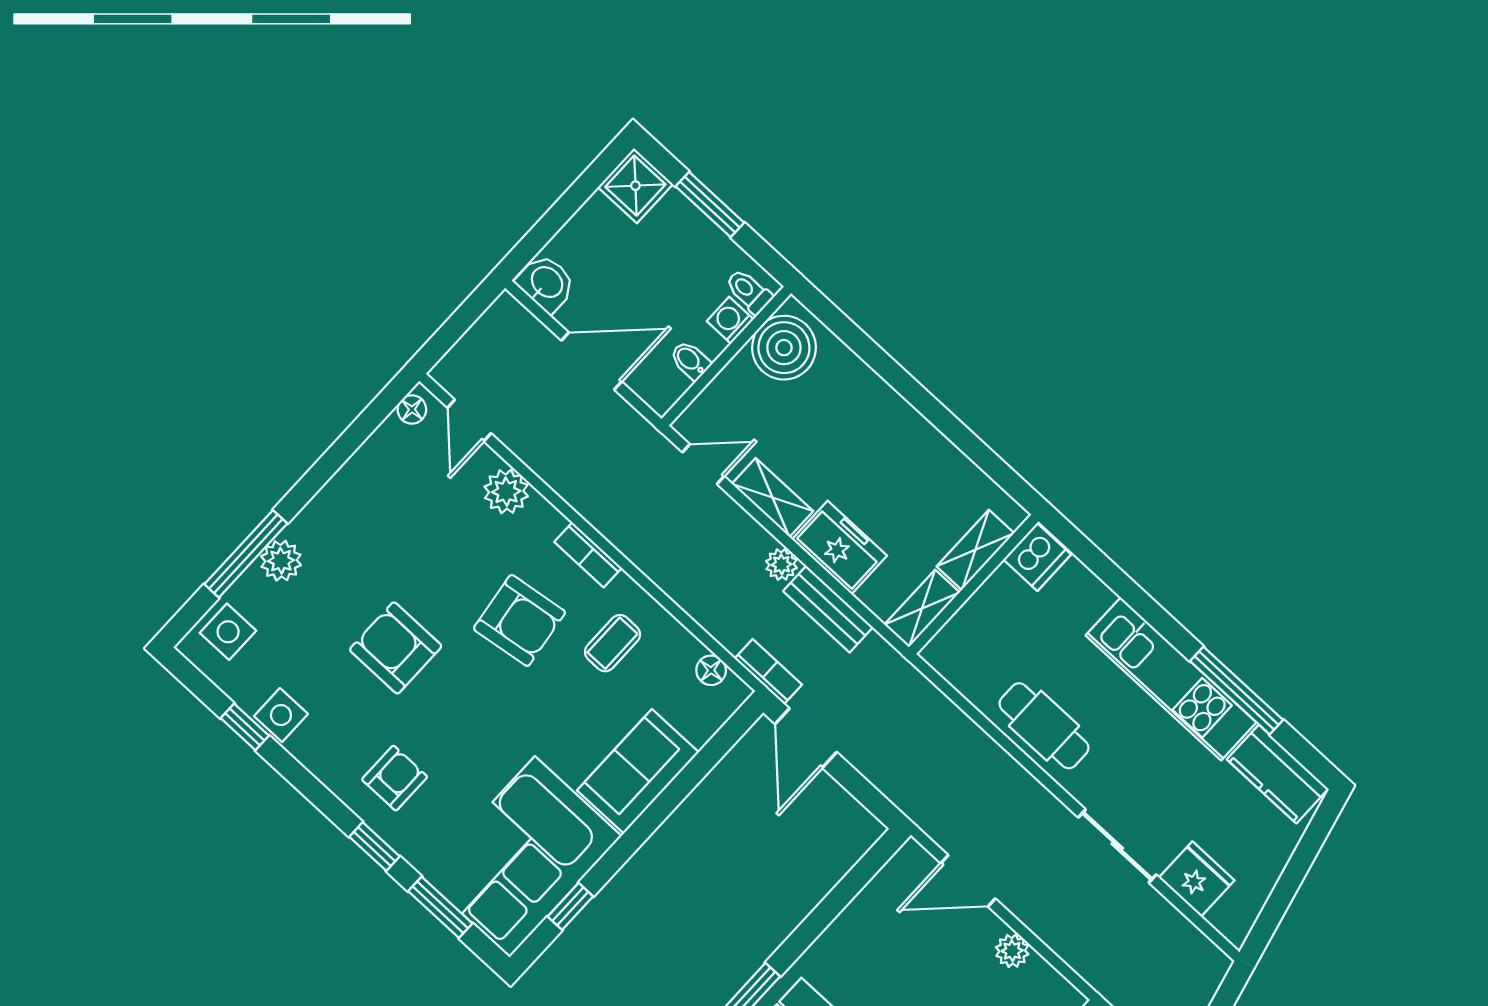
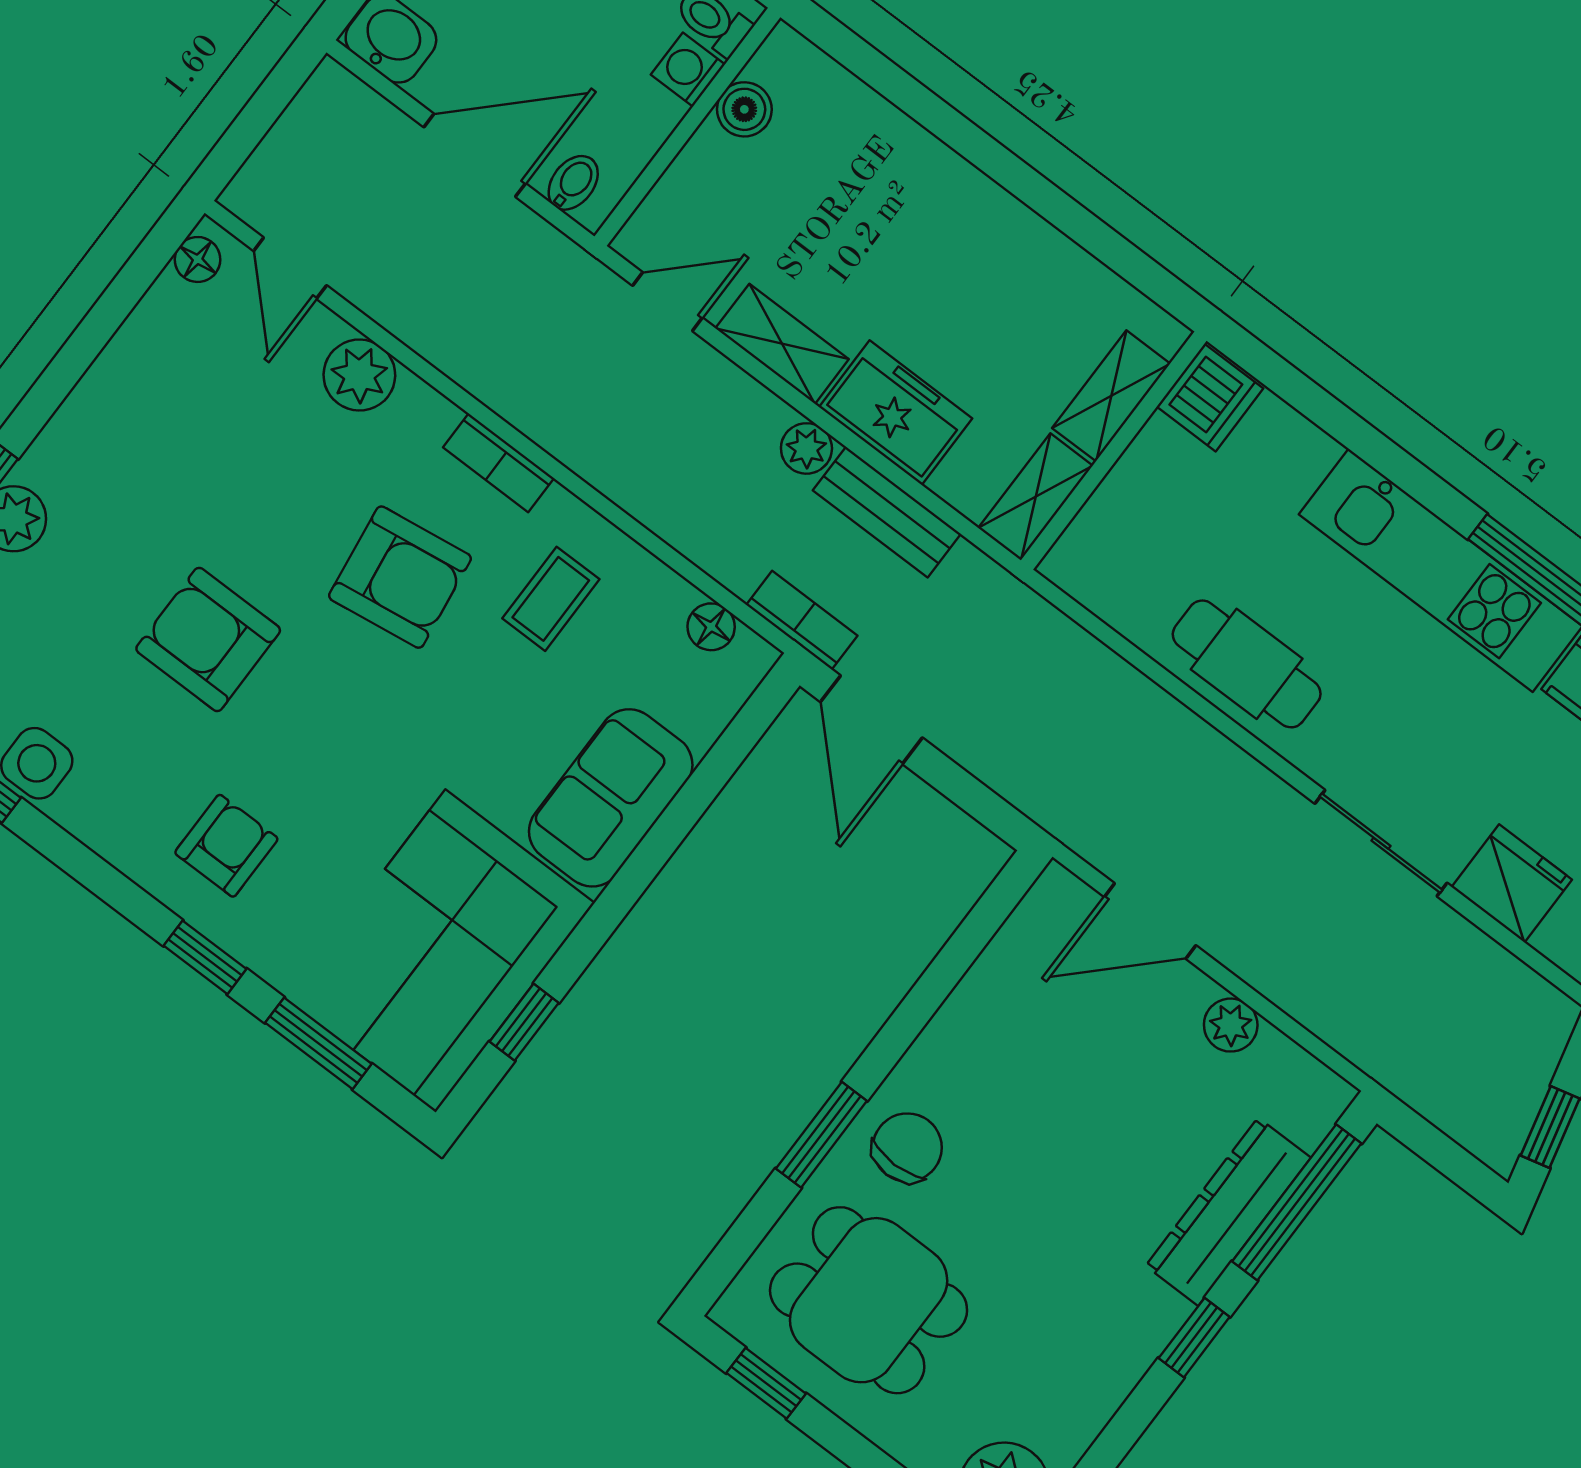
boiler: (784, 348) -> (744, 109), width x0.54, depth x0.54
bidet: (690, 360) -> (573, 183), moved, turned 90

